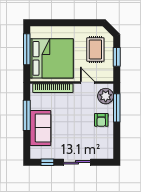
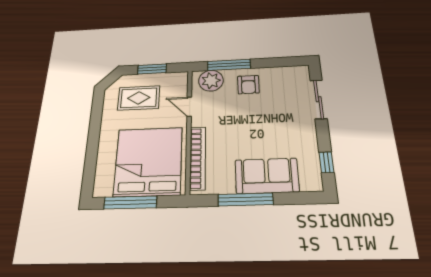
door: (87, 82) -> (189, 107), hinge flipped
armchair: (101, 120) -> (248, 85), turned 90
sliding door: (77, 162) -> (319, 99), moved

